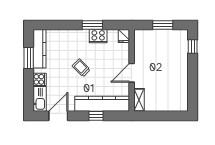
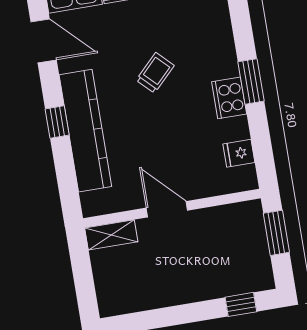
wall: (132, 70) -> (172, 208), moved
door: (132, 73) -> (167, 209), moved
shelving: (139, 100) -> (111, 235), moved

